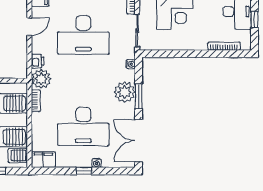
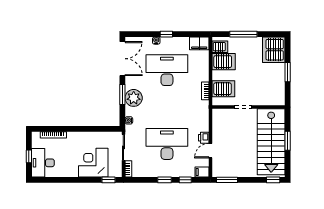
printer: (38, 61) -> (204, 138), moved
plant: (41, 79) -> (201, 109), removed

